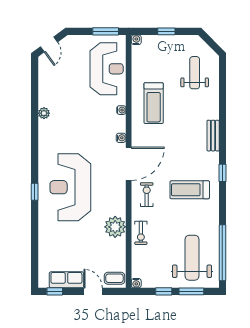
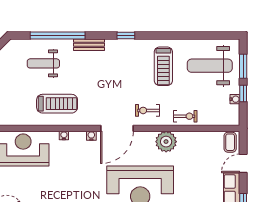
weight bench: (195, 73) -> (43, 63), moved
door: (129, 164) -> (117, 128), swing flipped
treadmill: (190, 190) -> (163, 66), moved
plant: (115, 227) -> (166, 142), moved
window: (222, 253) -> (58, 36), moved
water cooler: (136, 283) -> (235, 99), moved

